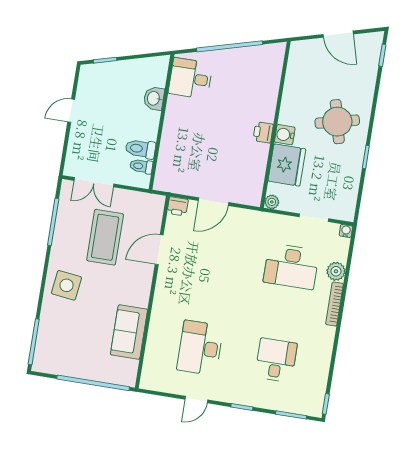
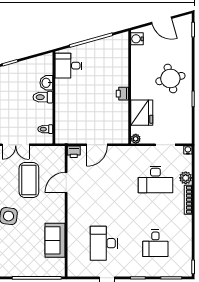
water cooler: (285, 135) -> (137, 39), moved
toilet: (140, 149) -> (43, 97), moved
desk: (276, 360) -> (155, 243), turned 180

